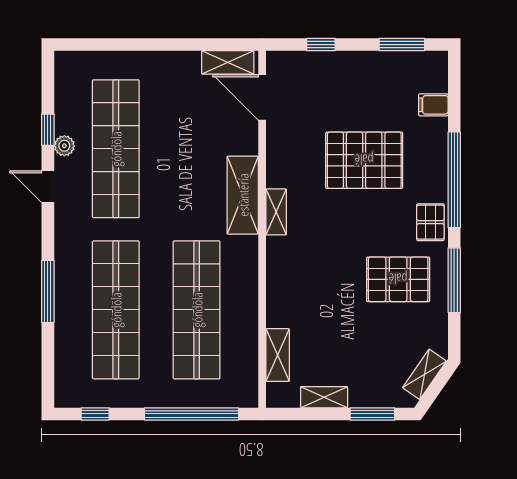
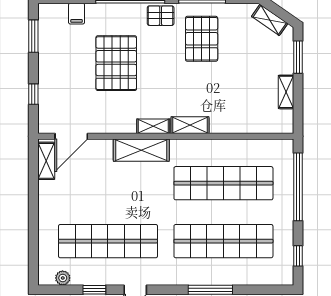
plant: (64, 146) -> (63, 278), moved
shelving: (278, 355) -> (190, 125), moved

